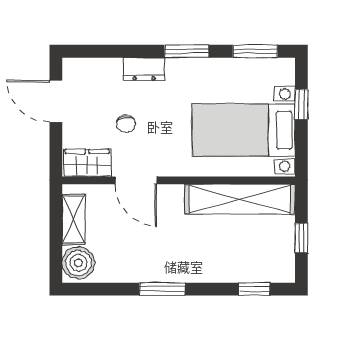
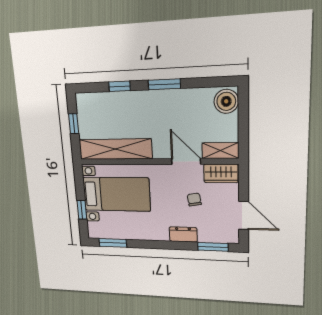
window: (187, 51) -> (213, 247), moved
shelving: (74, 219) -> (220, 151), moved, turned 90
window: (254, 289) -> (119, 86), moved

